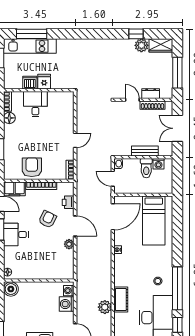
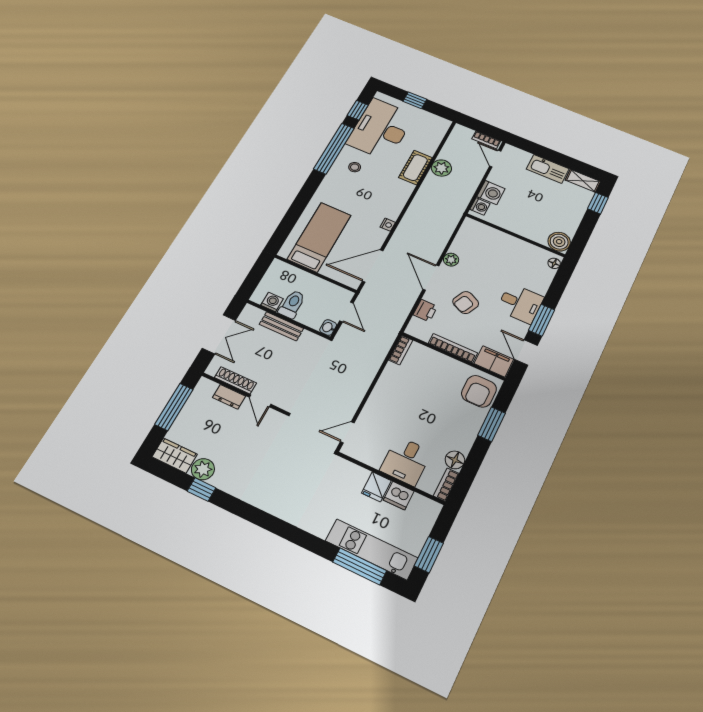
door: (75, 140) -> (347, 432), moved
armchair: (32, 167) -> (479, 391), moved

